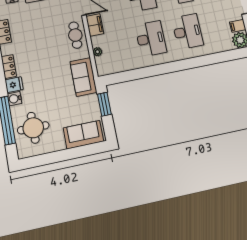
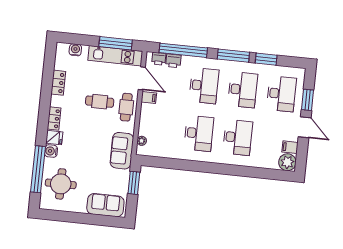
filing cabinet: (95, 25) -> (149, 97), width x0.50
cafe table: (48, 38) -> (100, 102), added
plant: (98, 52) -> (142, 141), moved

